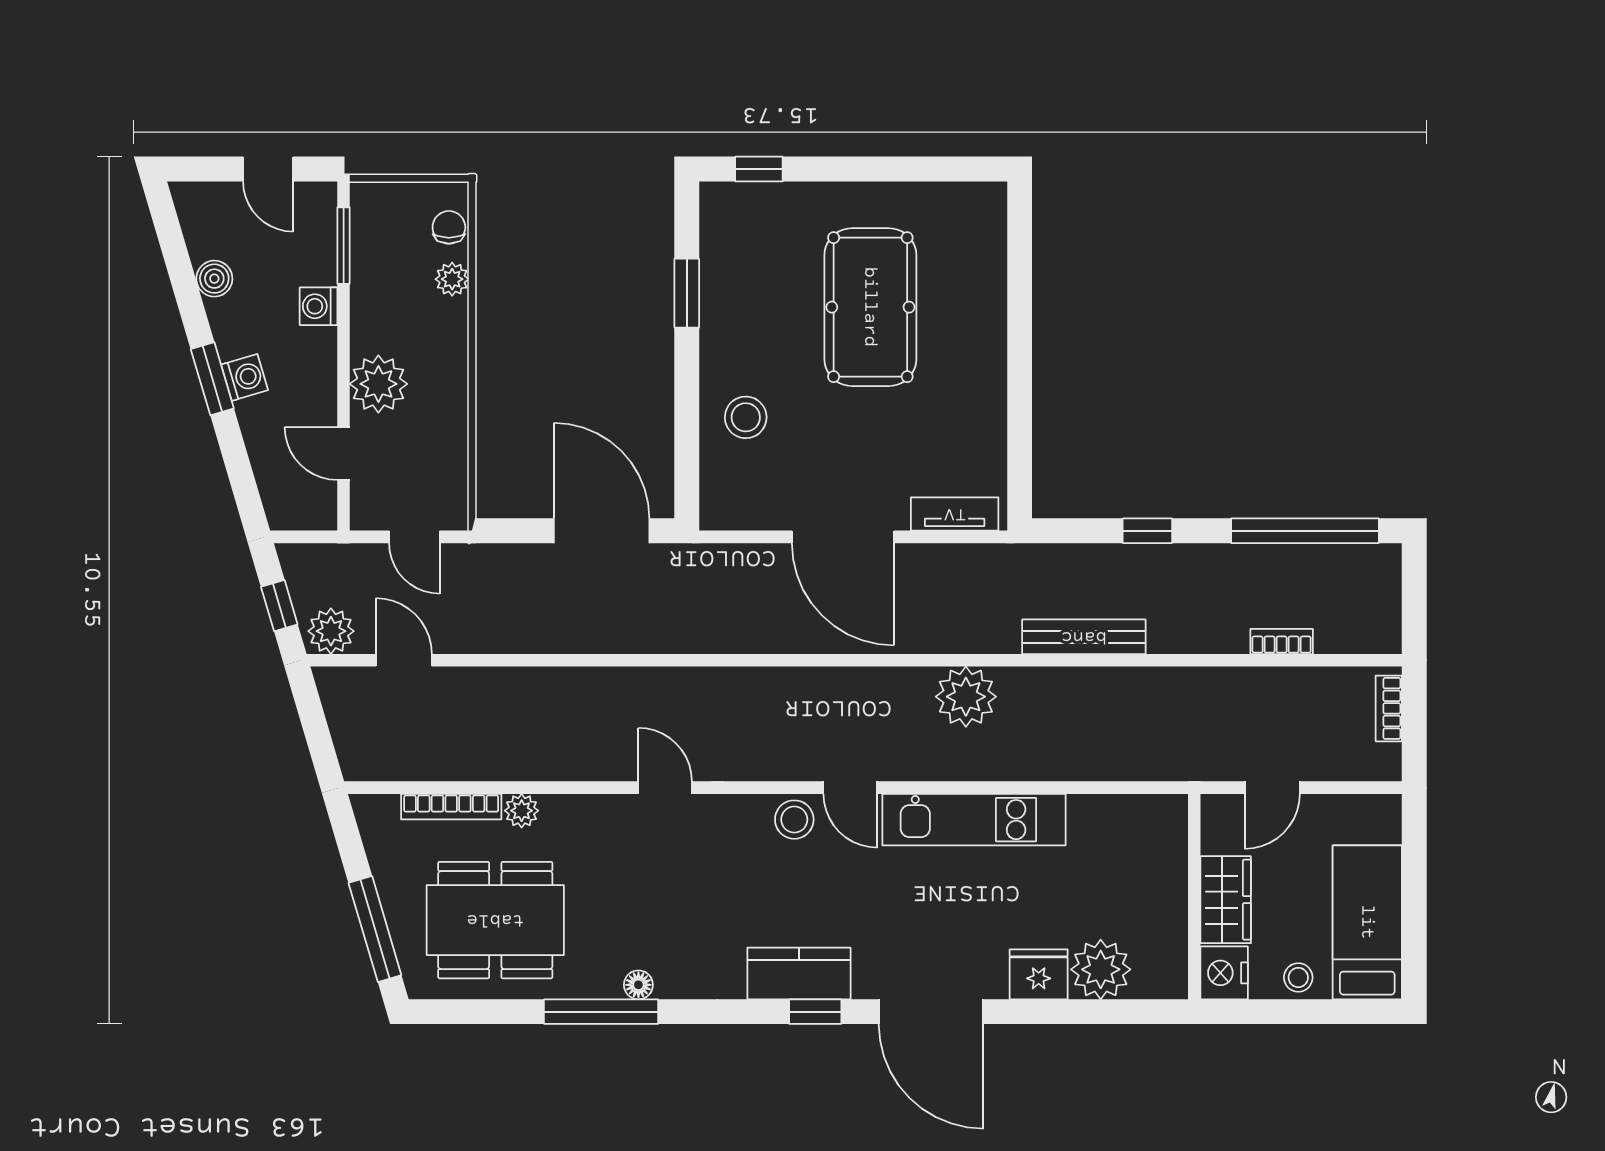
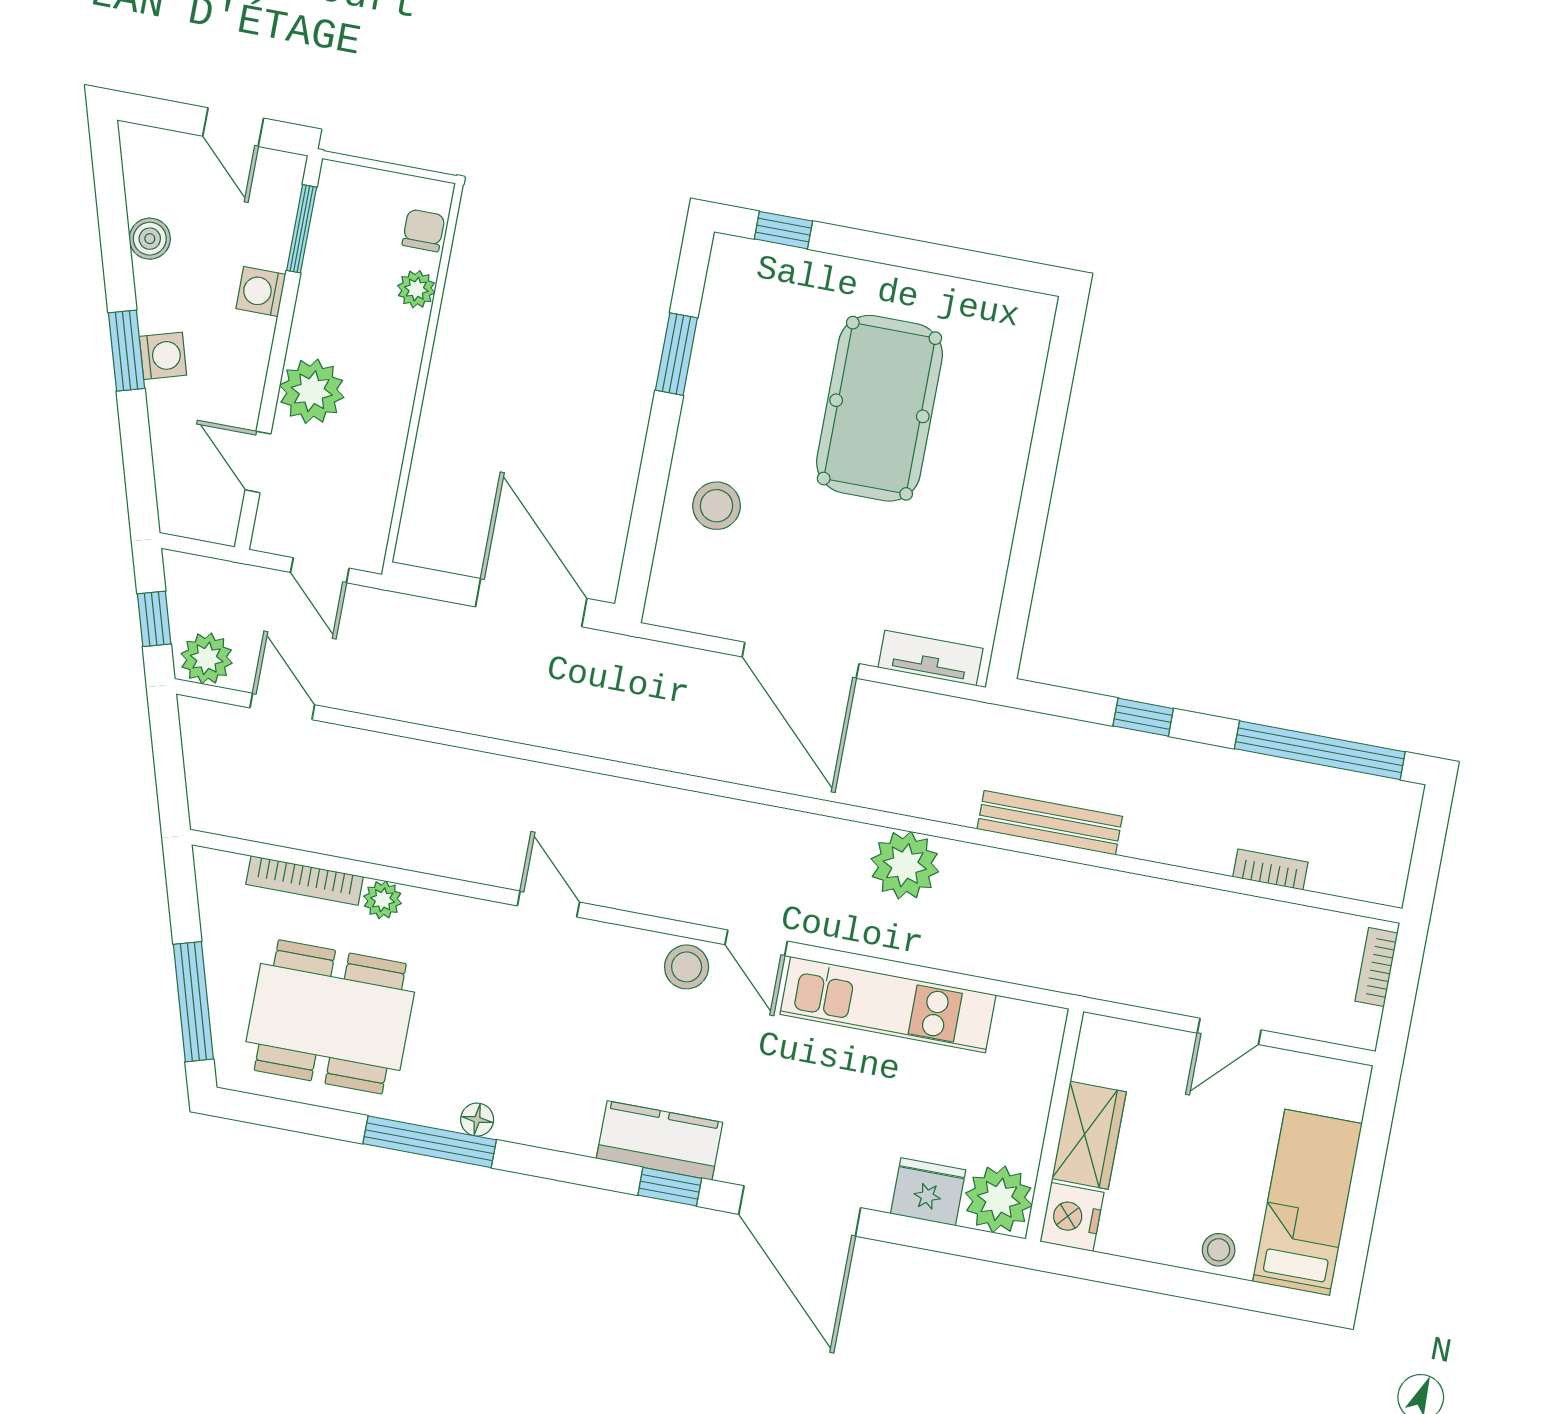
wall: (1194, 897) -> (1054, 1125), moved
wardrobe: (1226, 900) -> (1089, 1135), moved
nightstand: (1224, 973) -> (1072, 1217), moved

